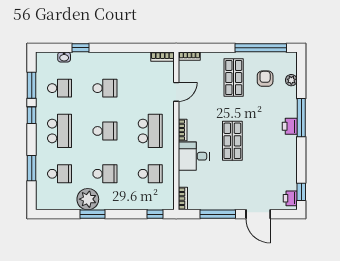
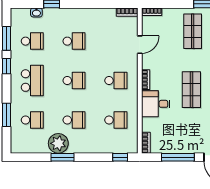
school desk: (150, 131) -> (116, 81), width x0.54

